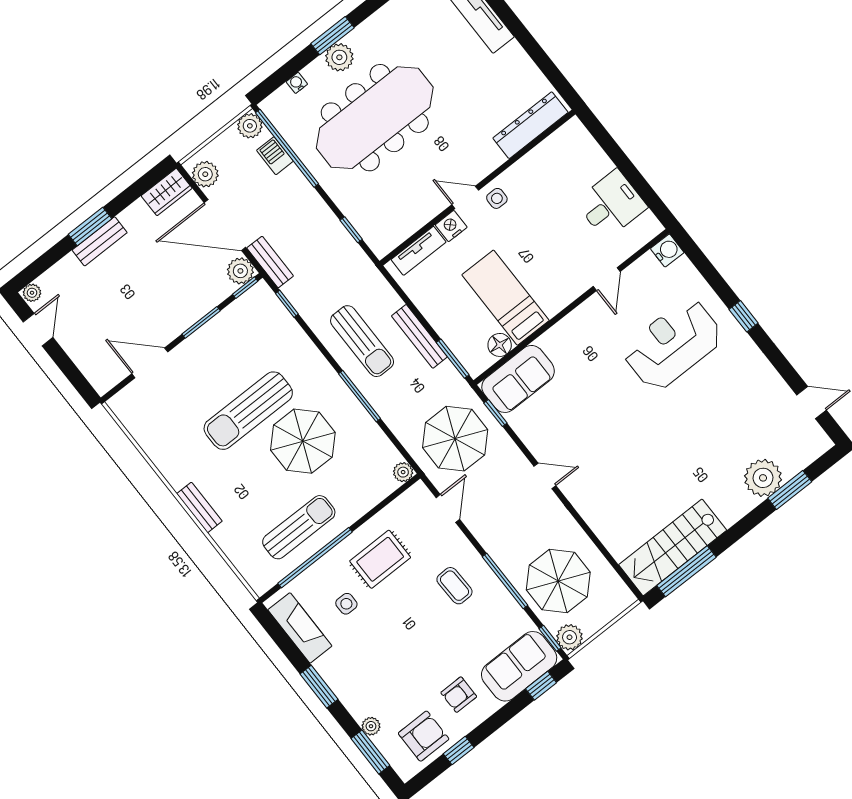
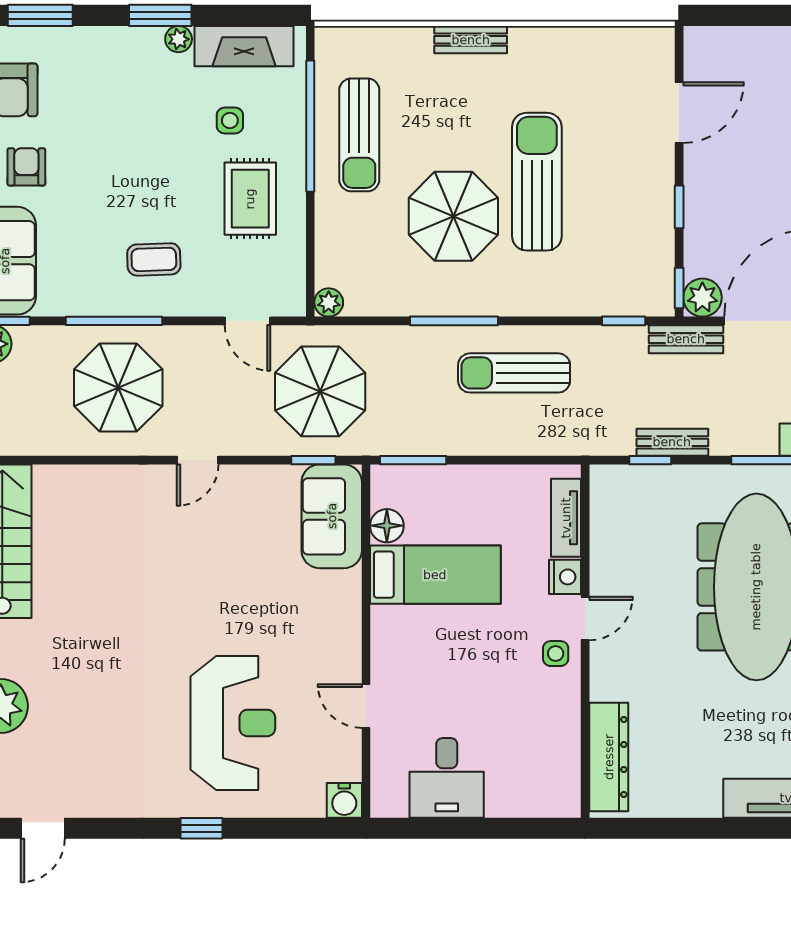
window: (201, 322) -> (679, 207), width x0.67
bench: (419, 336) -> (672, 442), moved, width x0.73
parasol: (558, 581) -> (118, 388), moved
plant: (371, 726) -> (179, 39), moved

